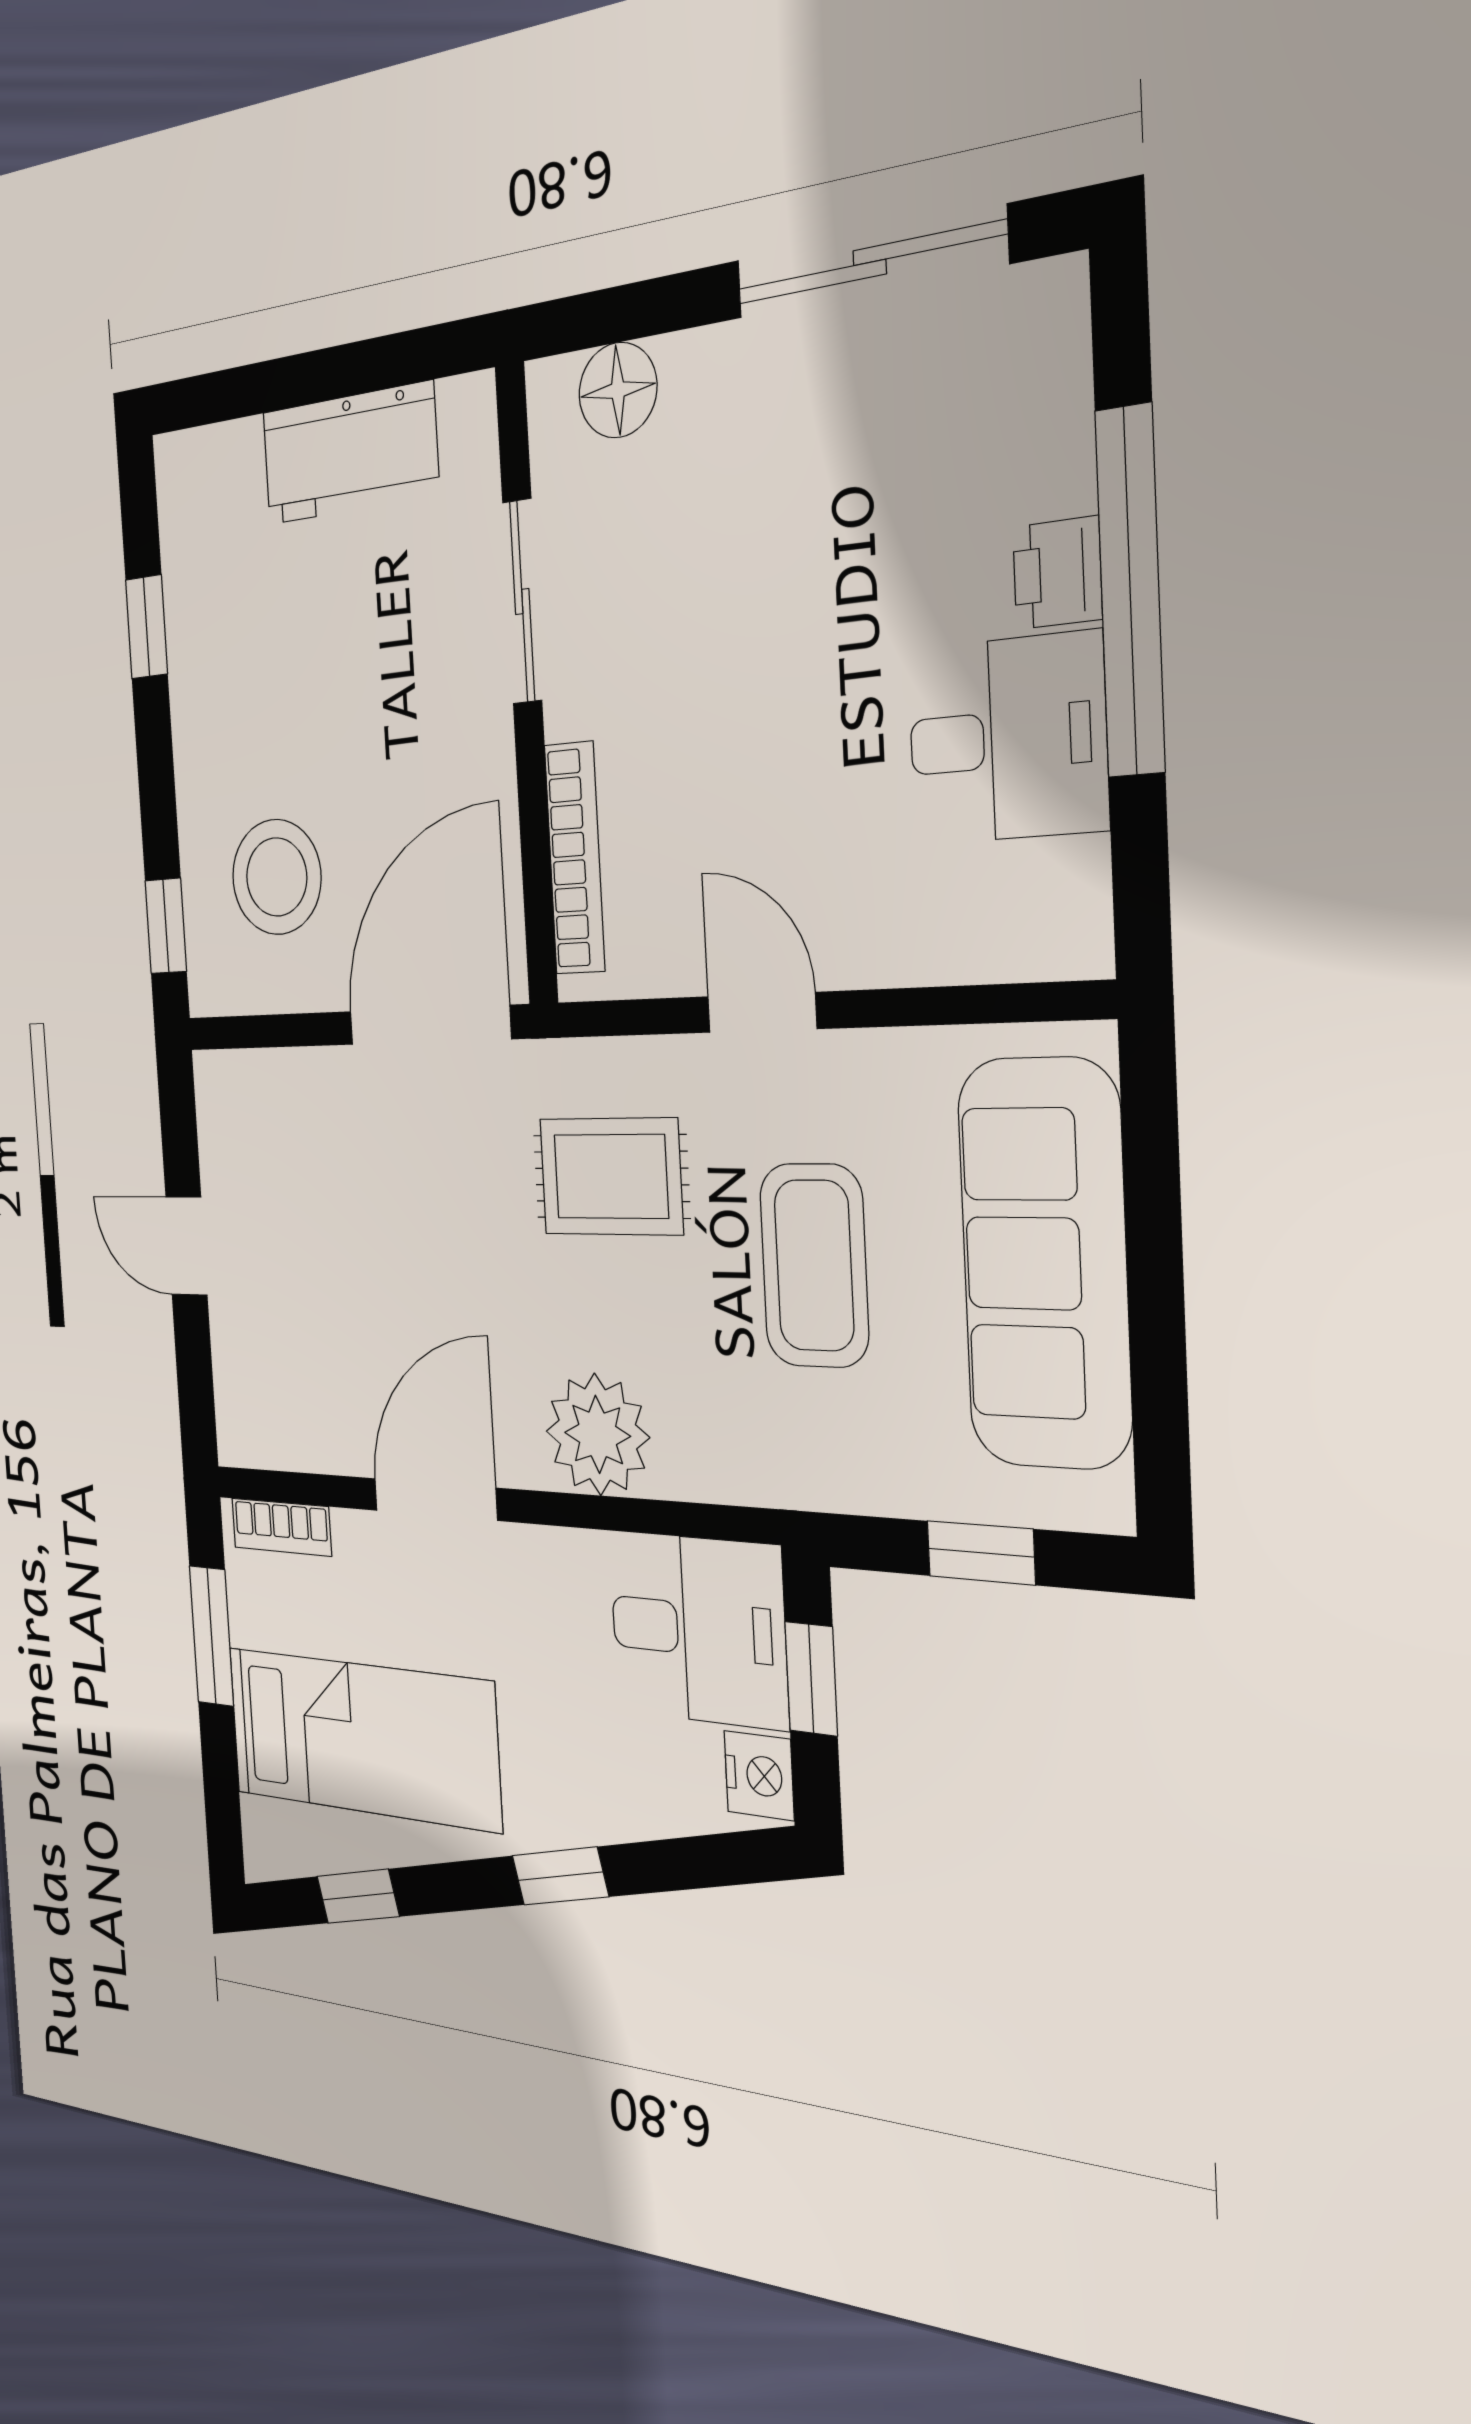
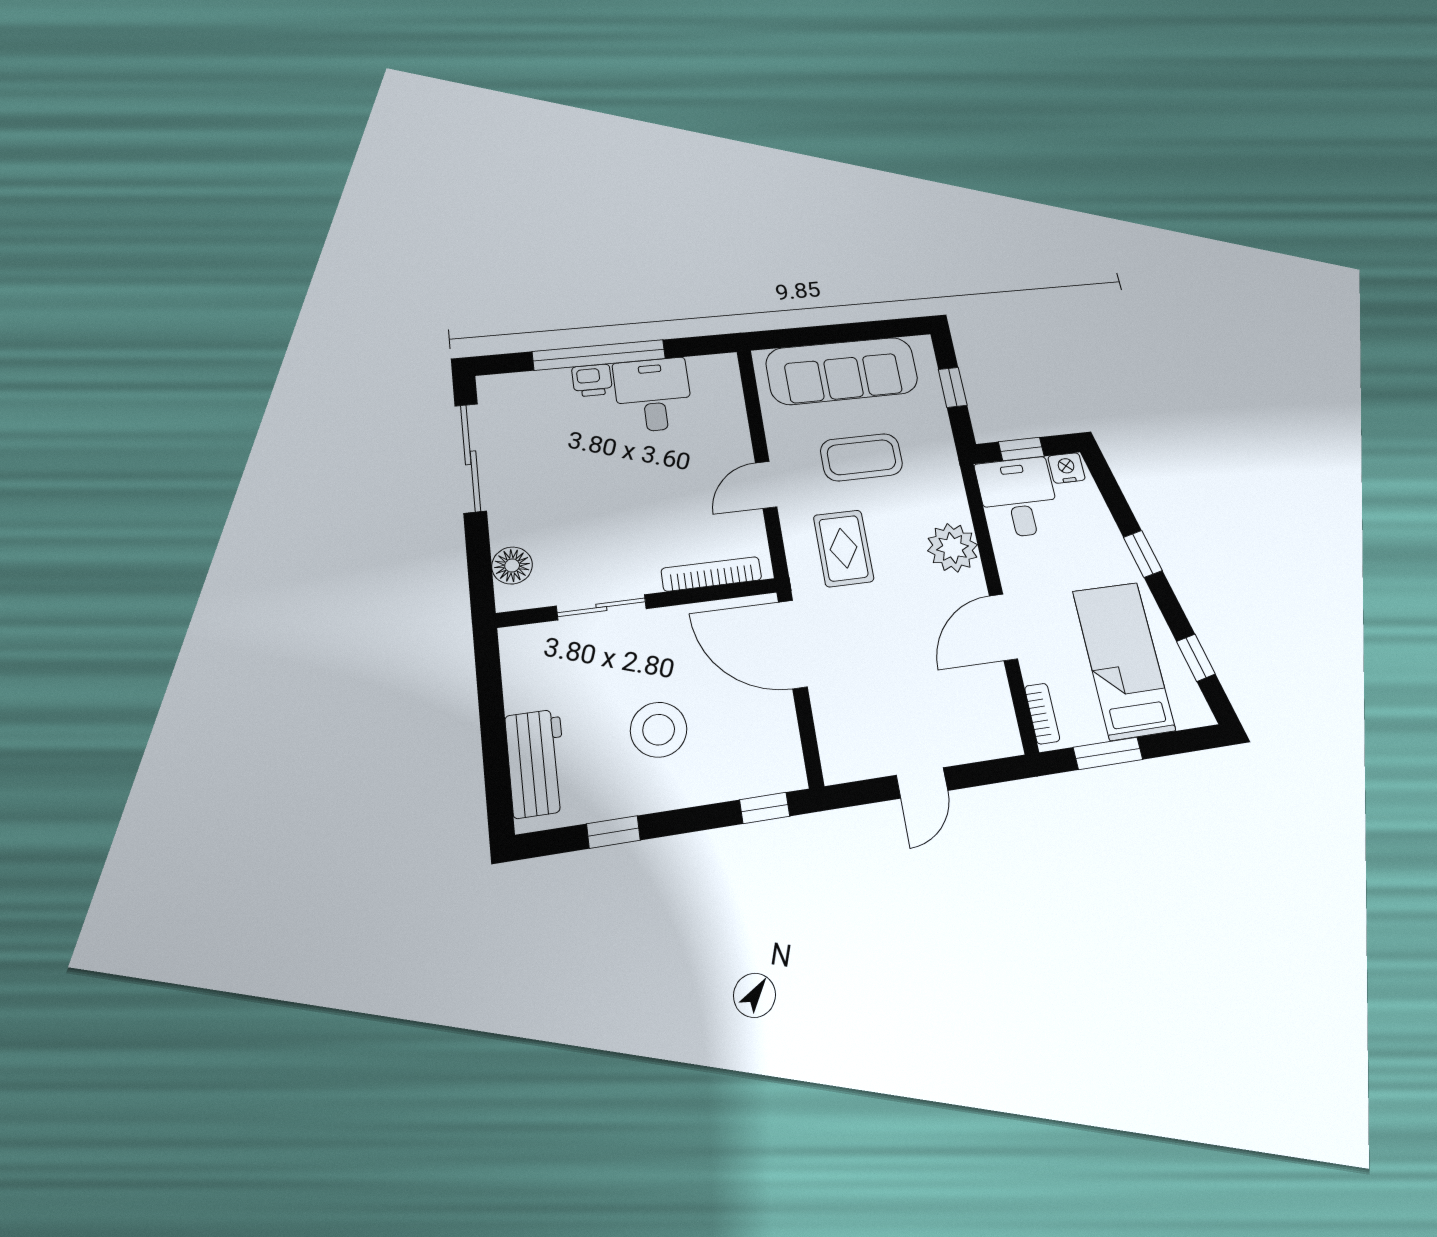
workbench: (350, 453) -> (537, 763), moved
stool: (277, 877) -> (659, 730), moved
door: (435, 1499) -> (1003, 627), hinge flipped

